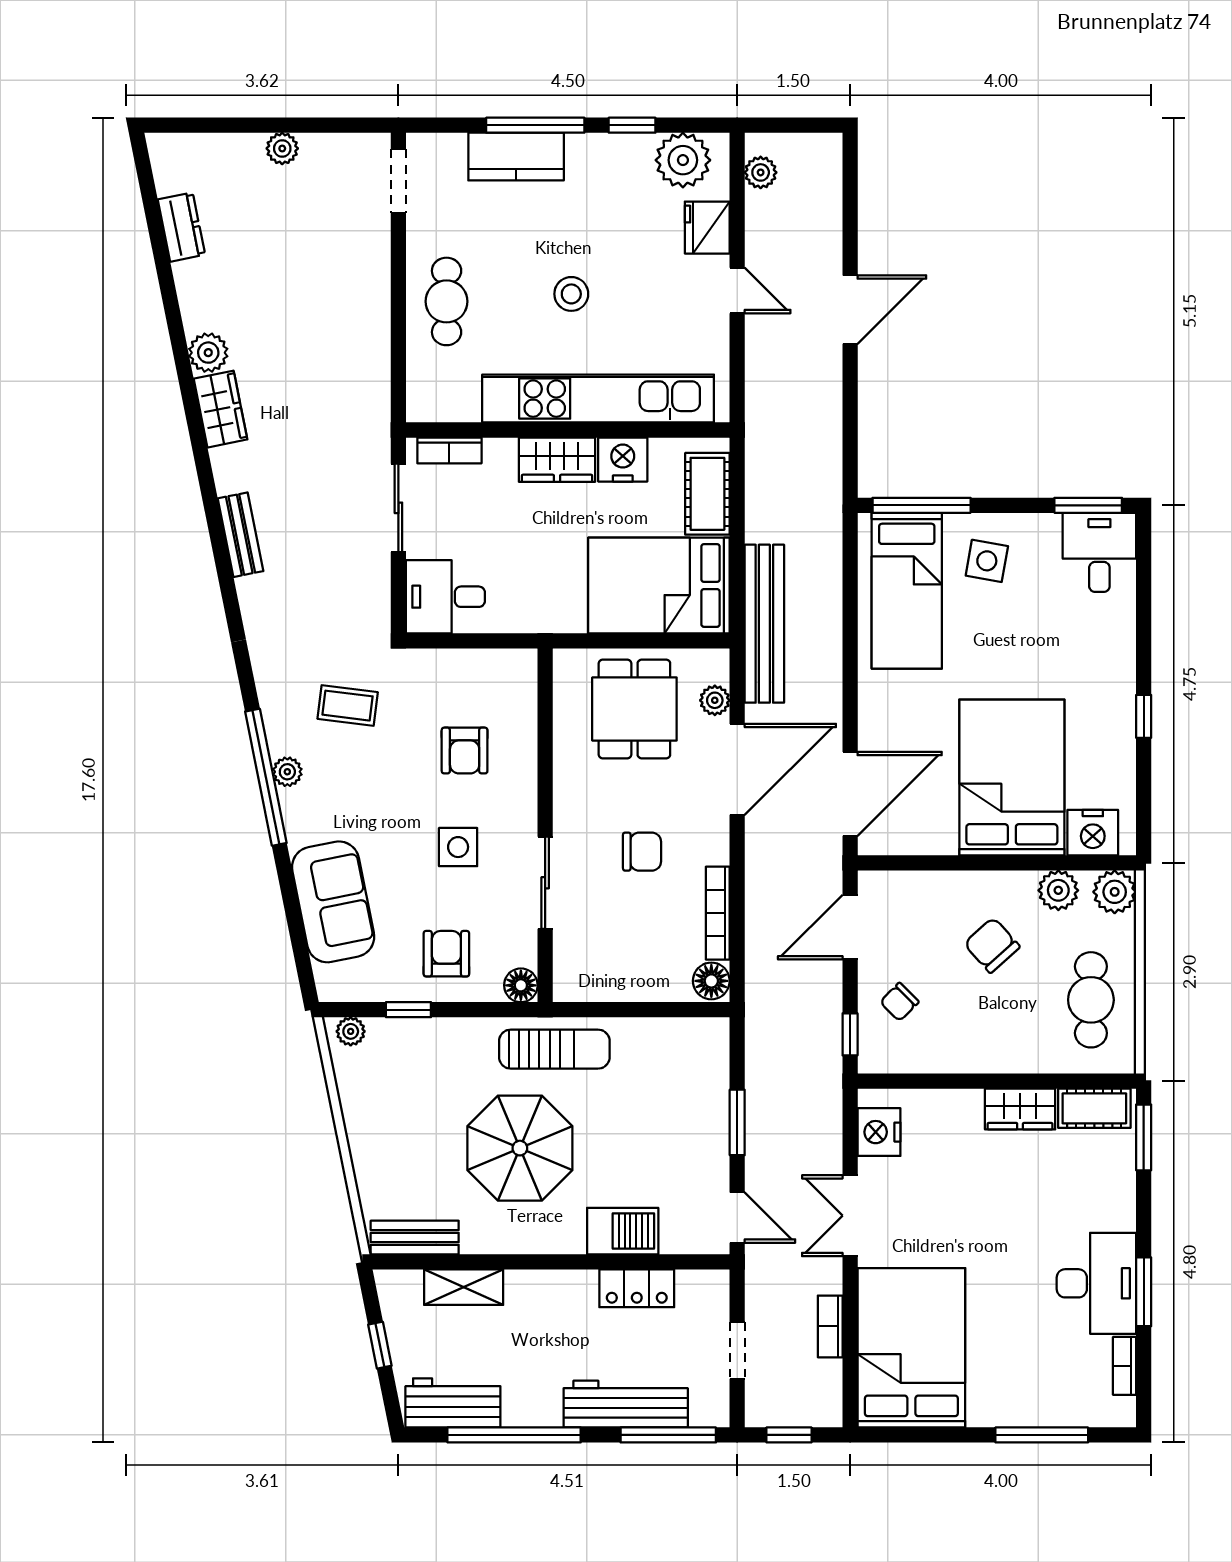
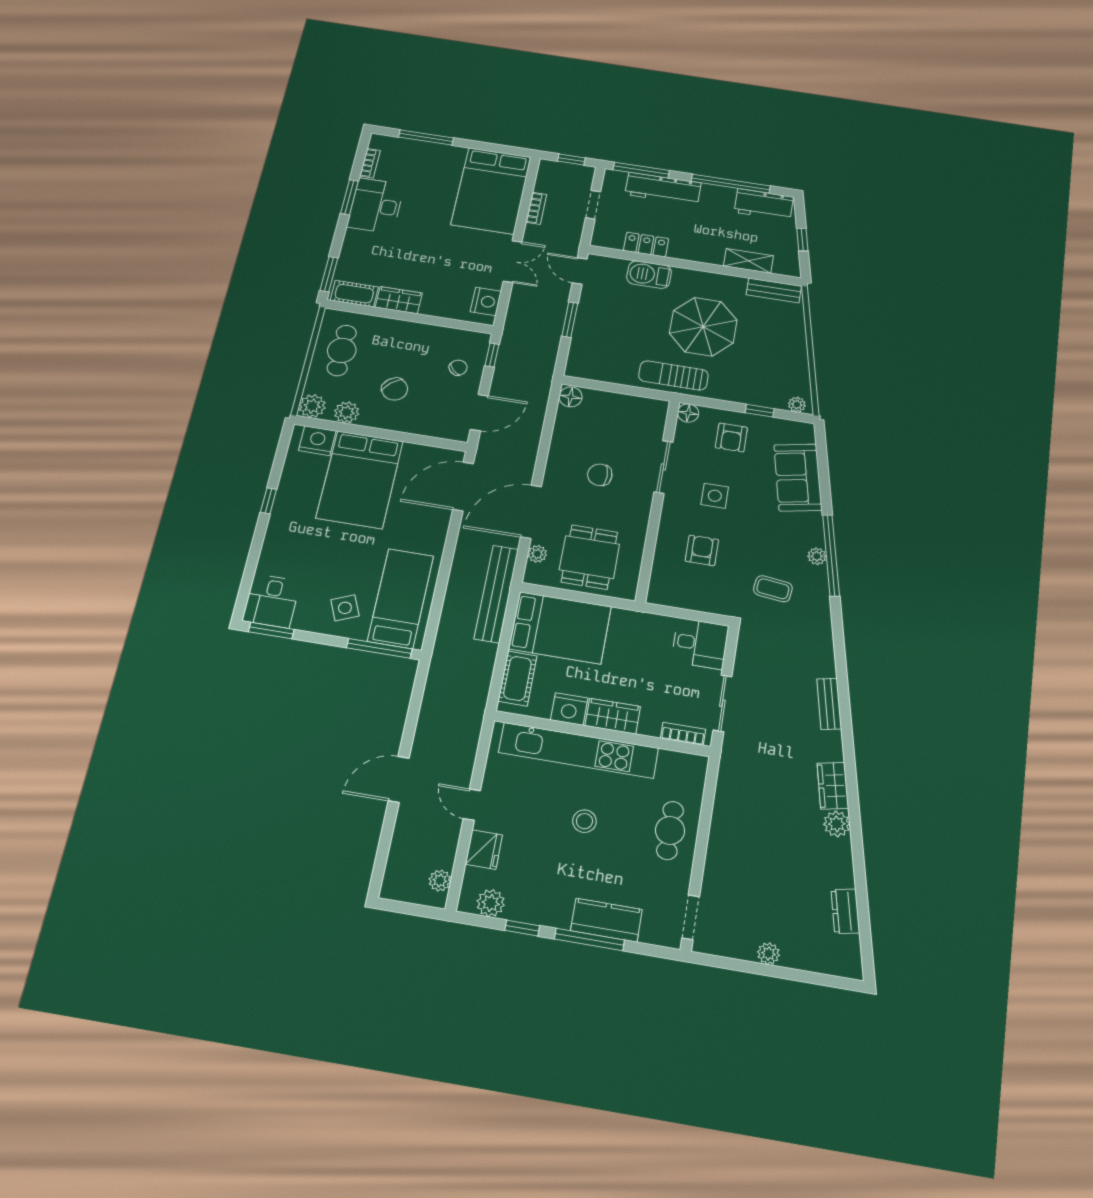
plant: (683, 160) -> (491, 903), width x0.73, depth x0.73
side table: (987, 561) -> (345, 608), turned -33
bookcase: (718, 913) -> (559, 433), removed

